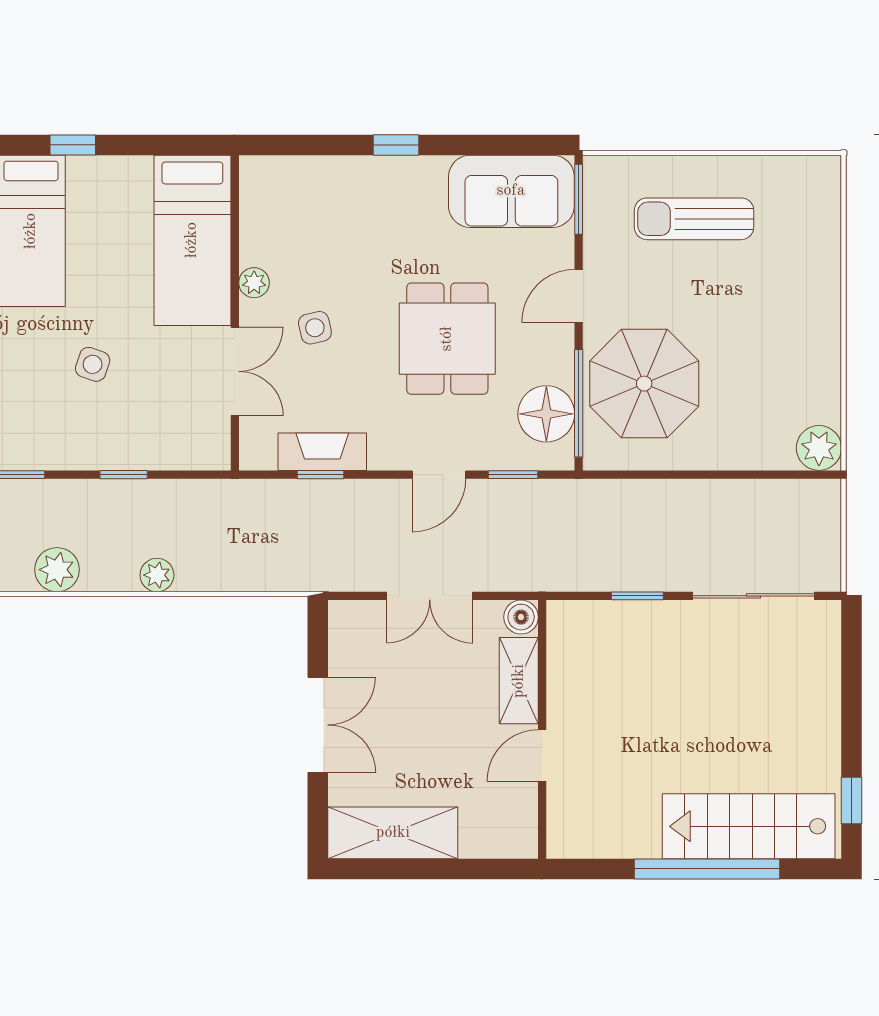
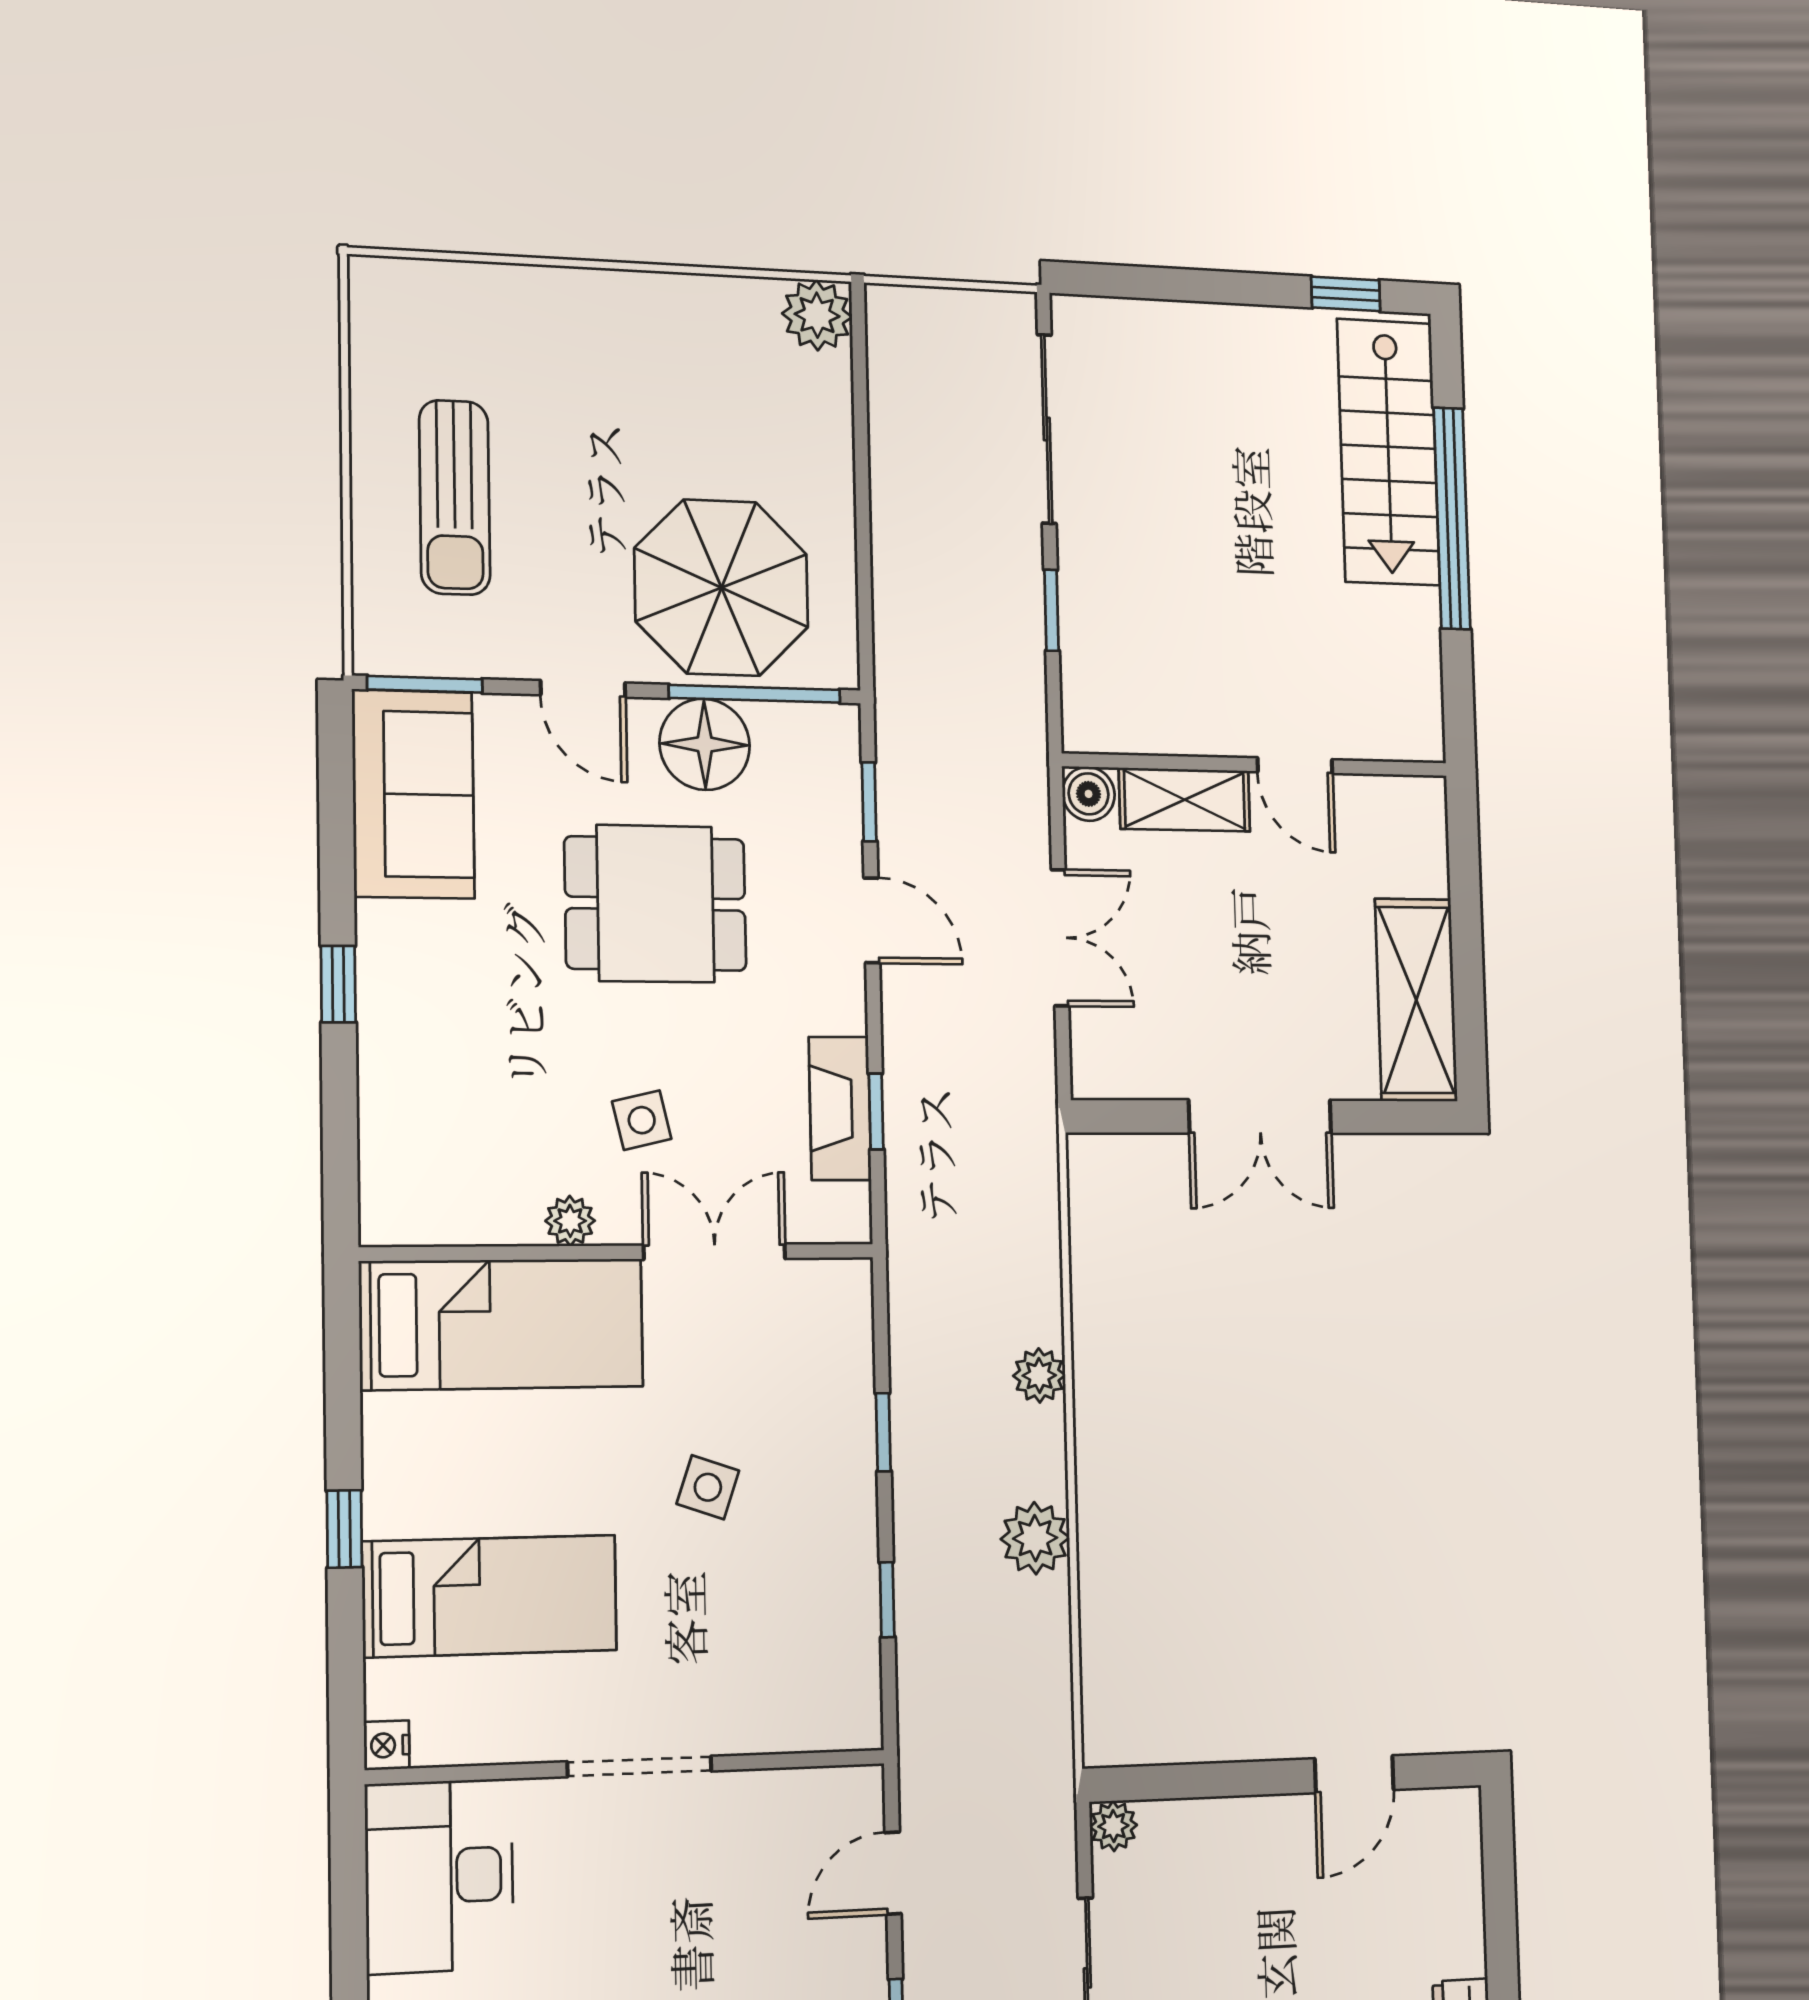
floor lamp: (546, 414) -> (705, 744), moved
double door: (318, 725) -> (1260, 1117), swing flipped

